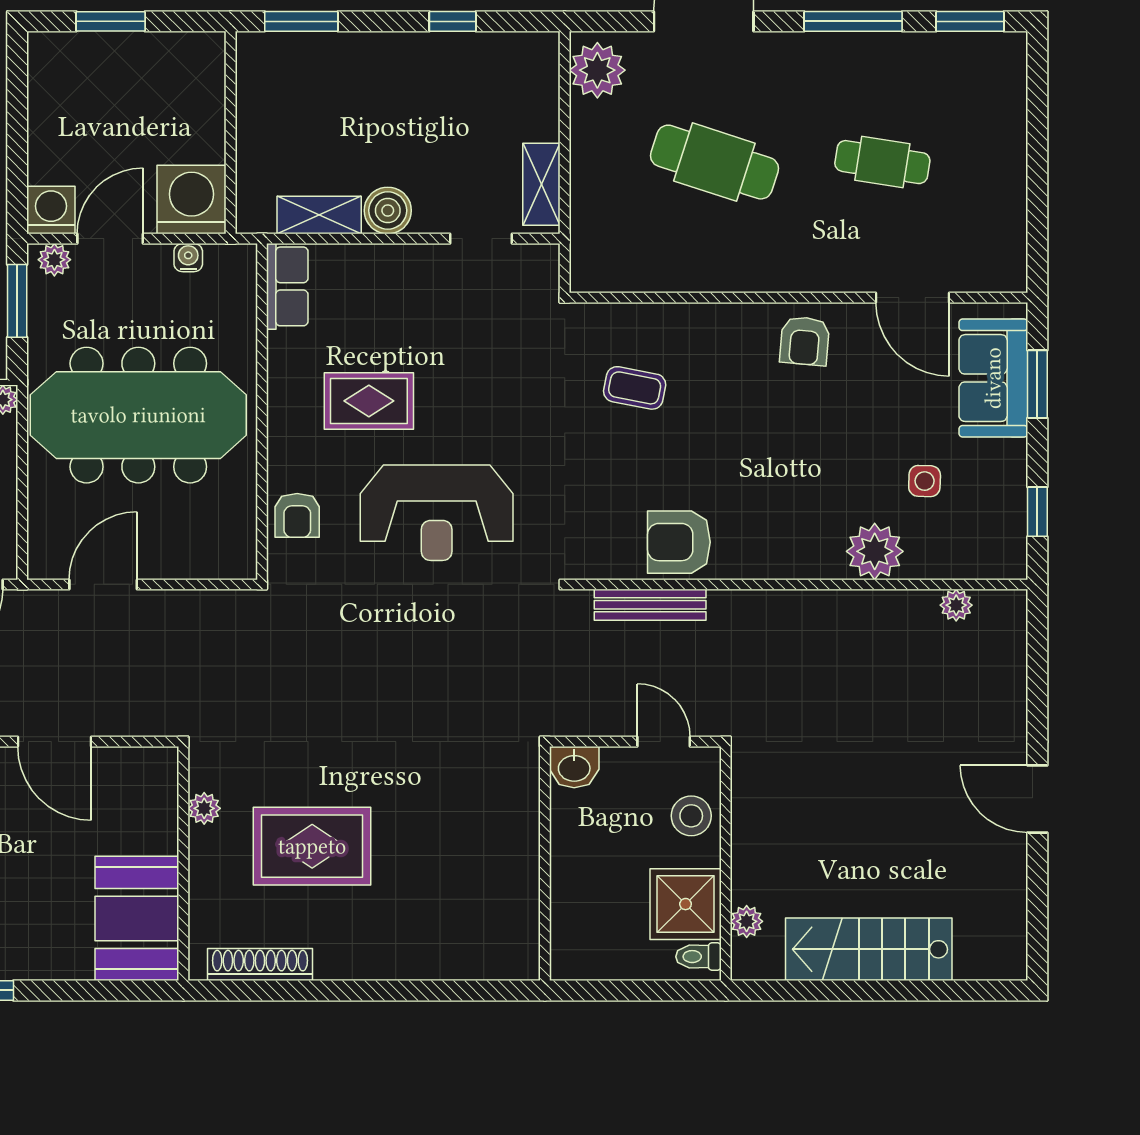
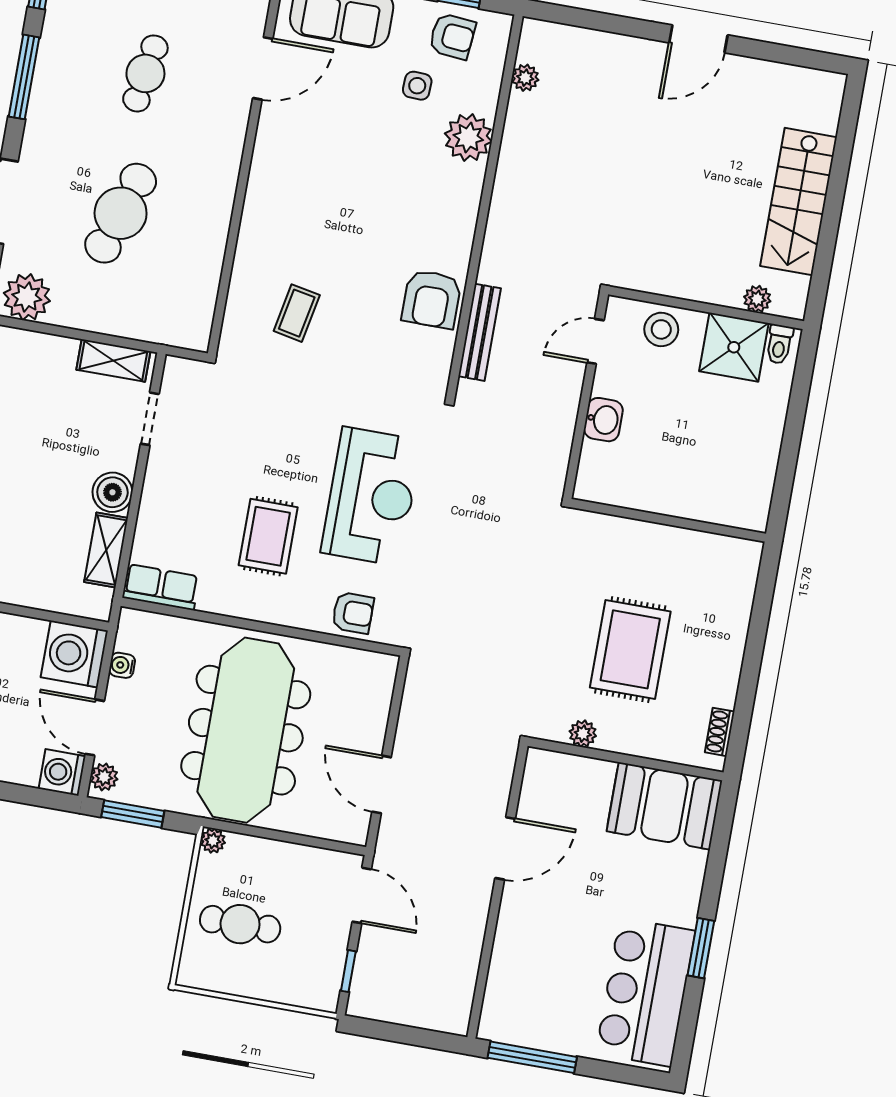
armchair: (805, 341) -> (452, 36), moved
wall: (545, 864) -> (668, 520), moved
shoe rack: (260, 964) -> (720, 732), width x0.51, depth x0.81

